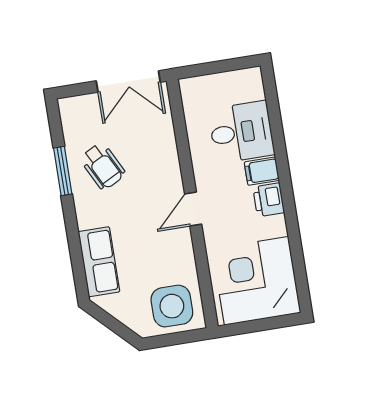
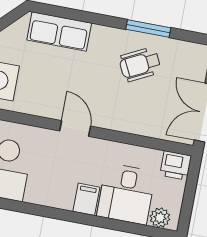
plant: (253, 89) -> (160, 218), added
printer: (269, 200) -> (176, 165), moved, turned 180

